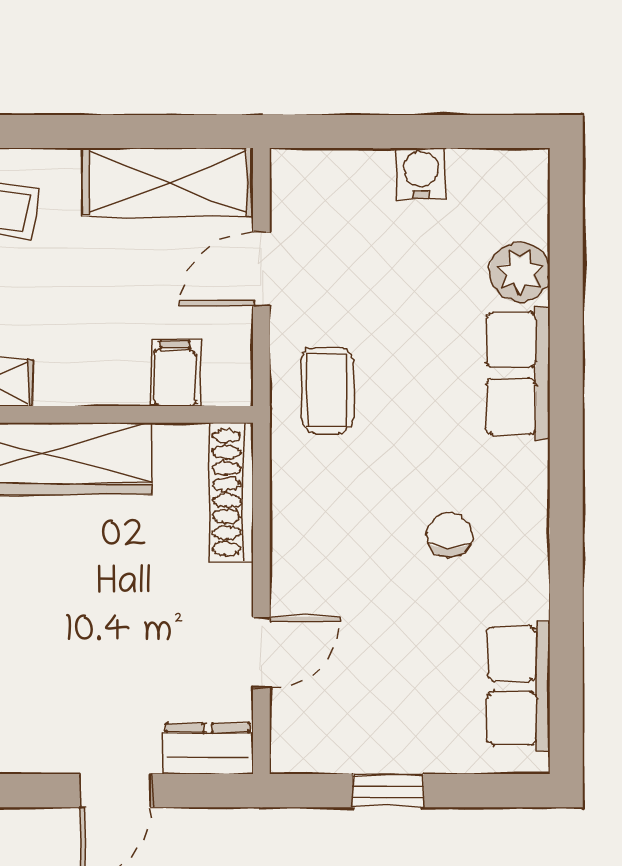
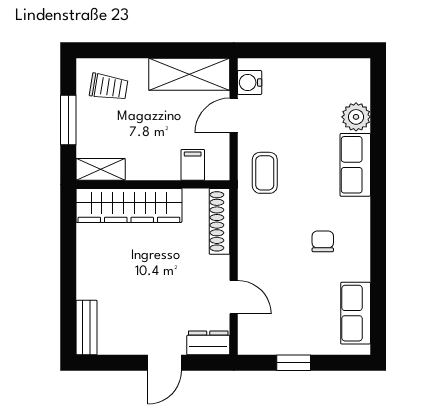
water cooler: (421, 173) -> (250, 83), moved, turned -90
door: (261, 652) -> (234, 297), hinge flipped

